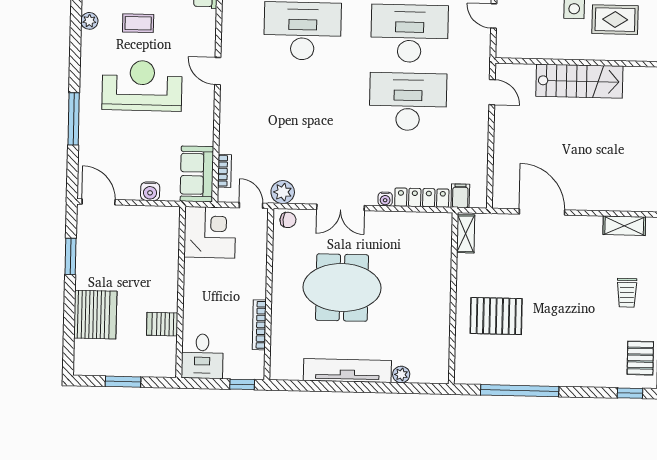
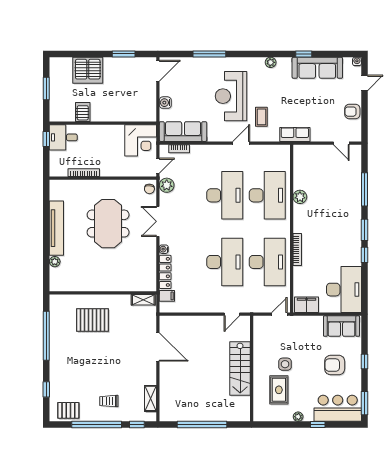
coffee table: (138, 23) -> (261, 117), moved
reception desk: (142, 86) -> (231, 96), turned 180
desk: (301, 99) -> (225, 195), added
sofa: (197, 174) -> (183, 132), width x1.36
door: (542, 212) -> (158, 347), hinge flipped
pallet: (496, 316) -> (92, 320), turned 90
window: (242, 384) -> (46, 139), moved
window: (630, 393) -> (46, 389), moved

